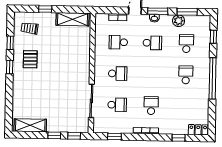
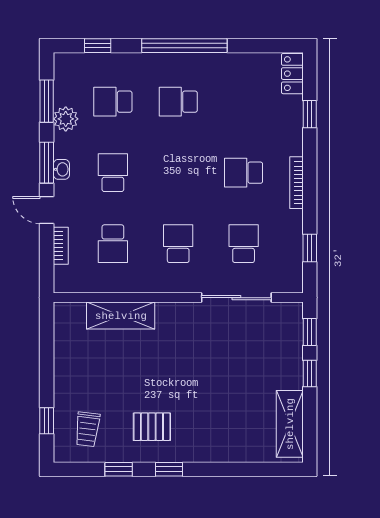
window: (45, 9) -> (47, 421), moved
shelving: (72, 19) -> (121, 316), moved, turned 90

